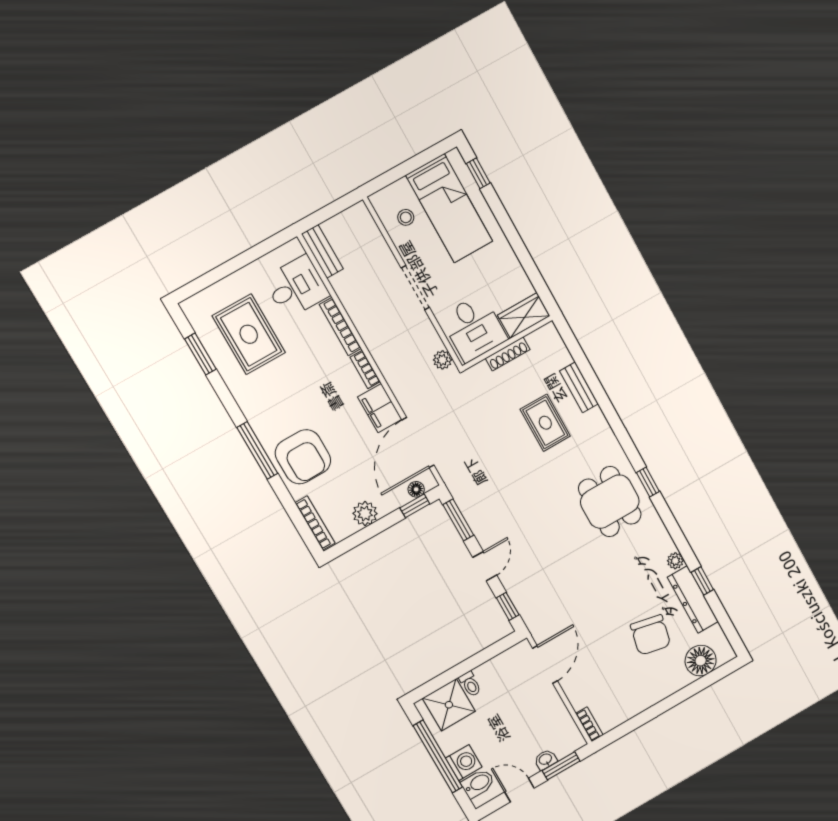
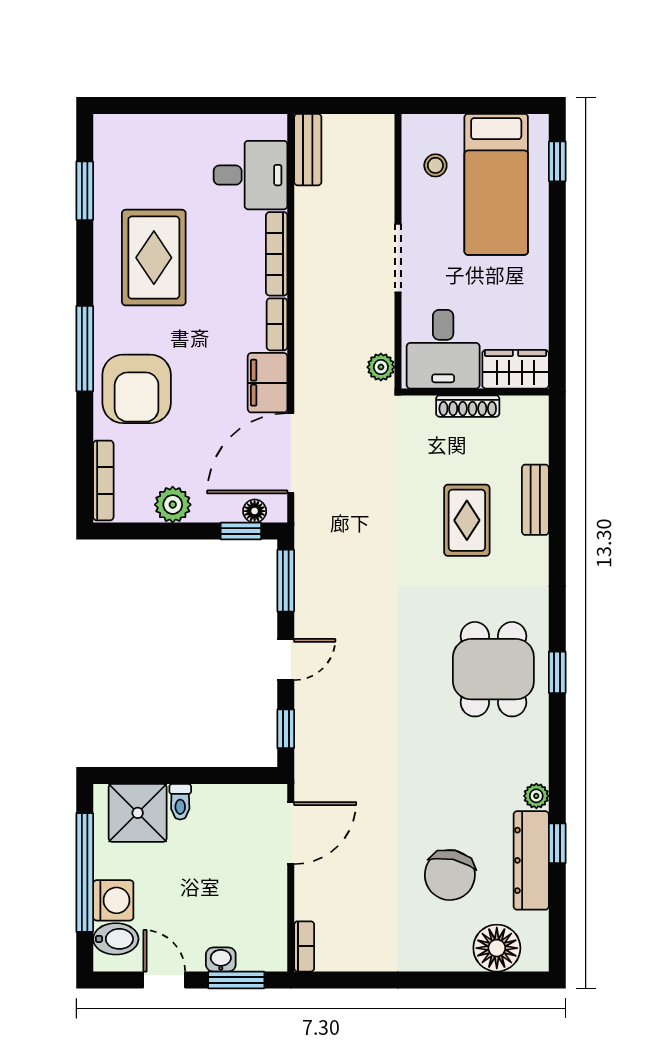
rug: (249, 334) -> (154, 258), moved

